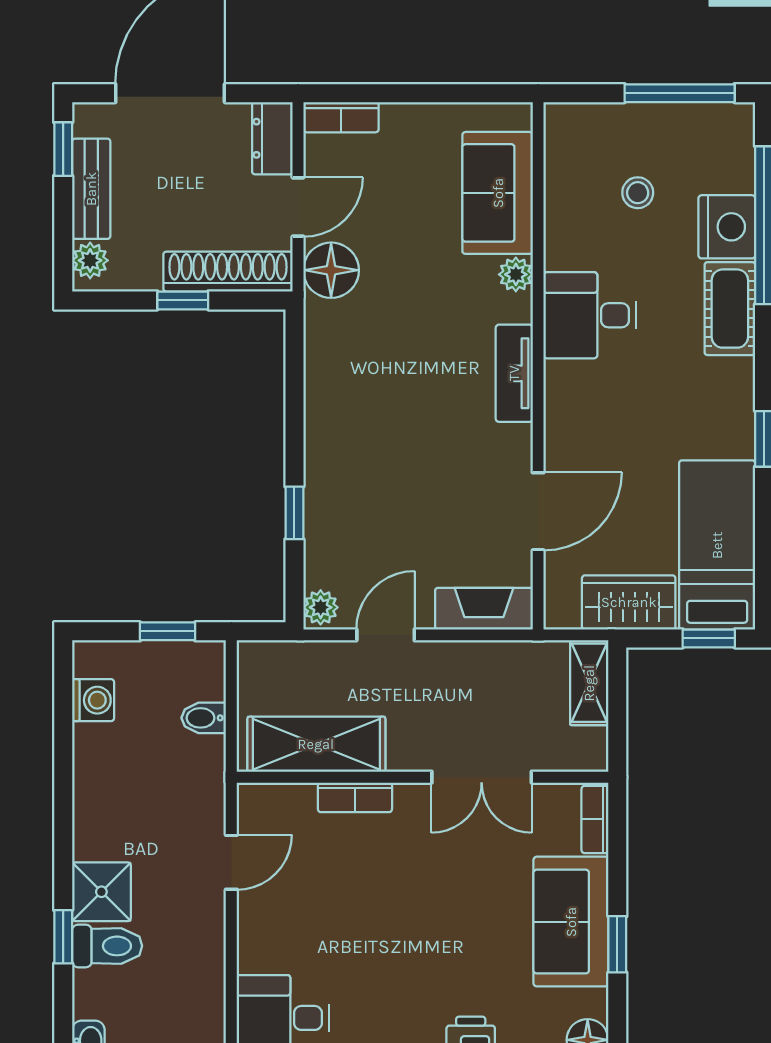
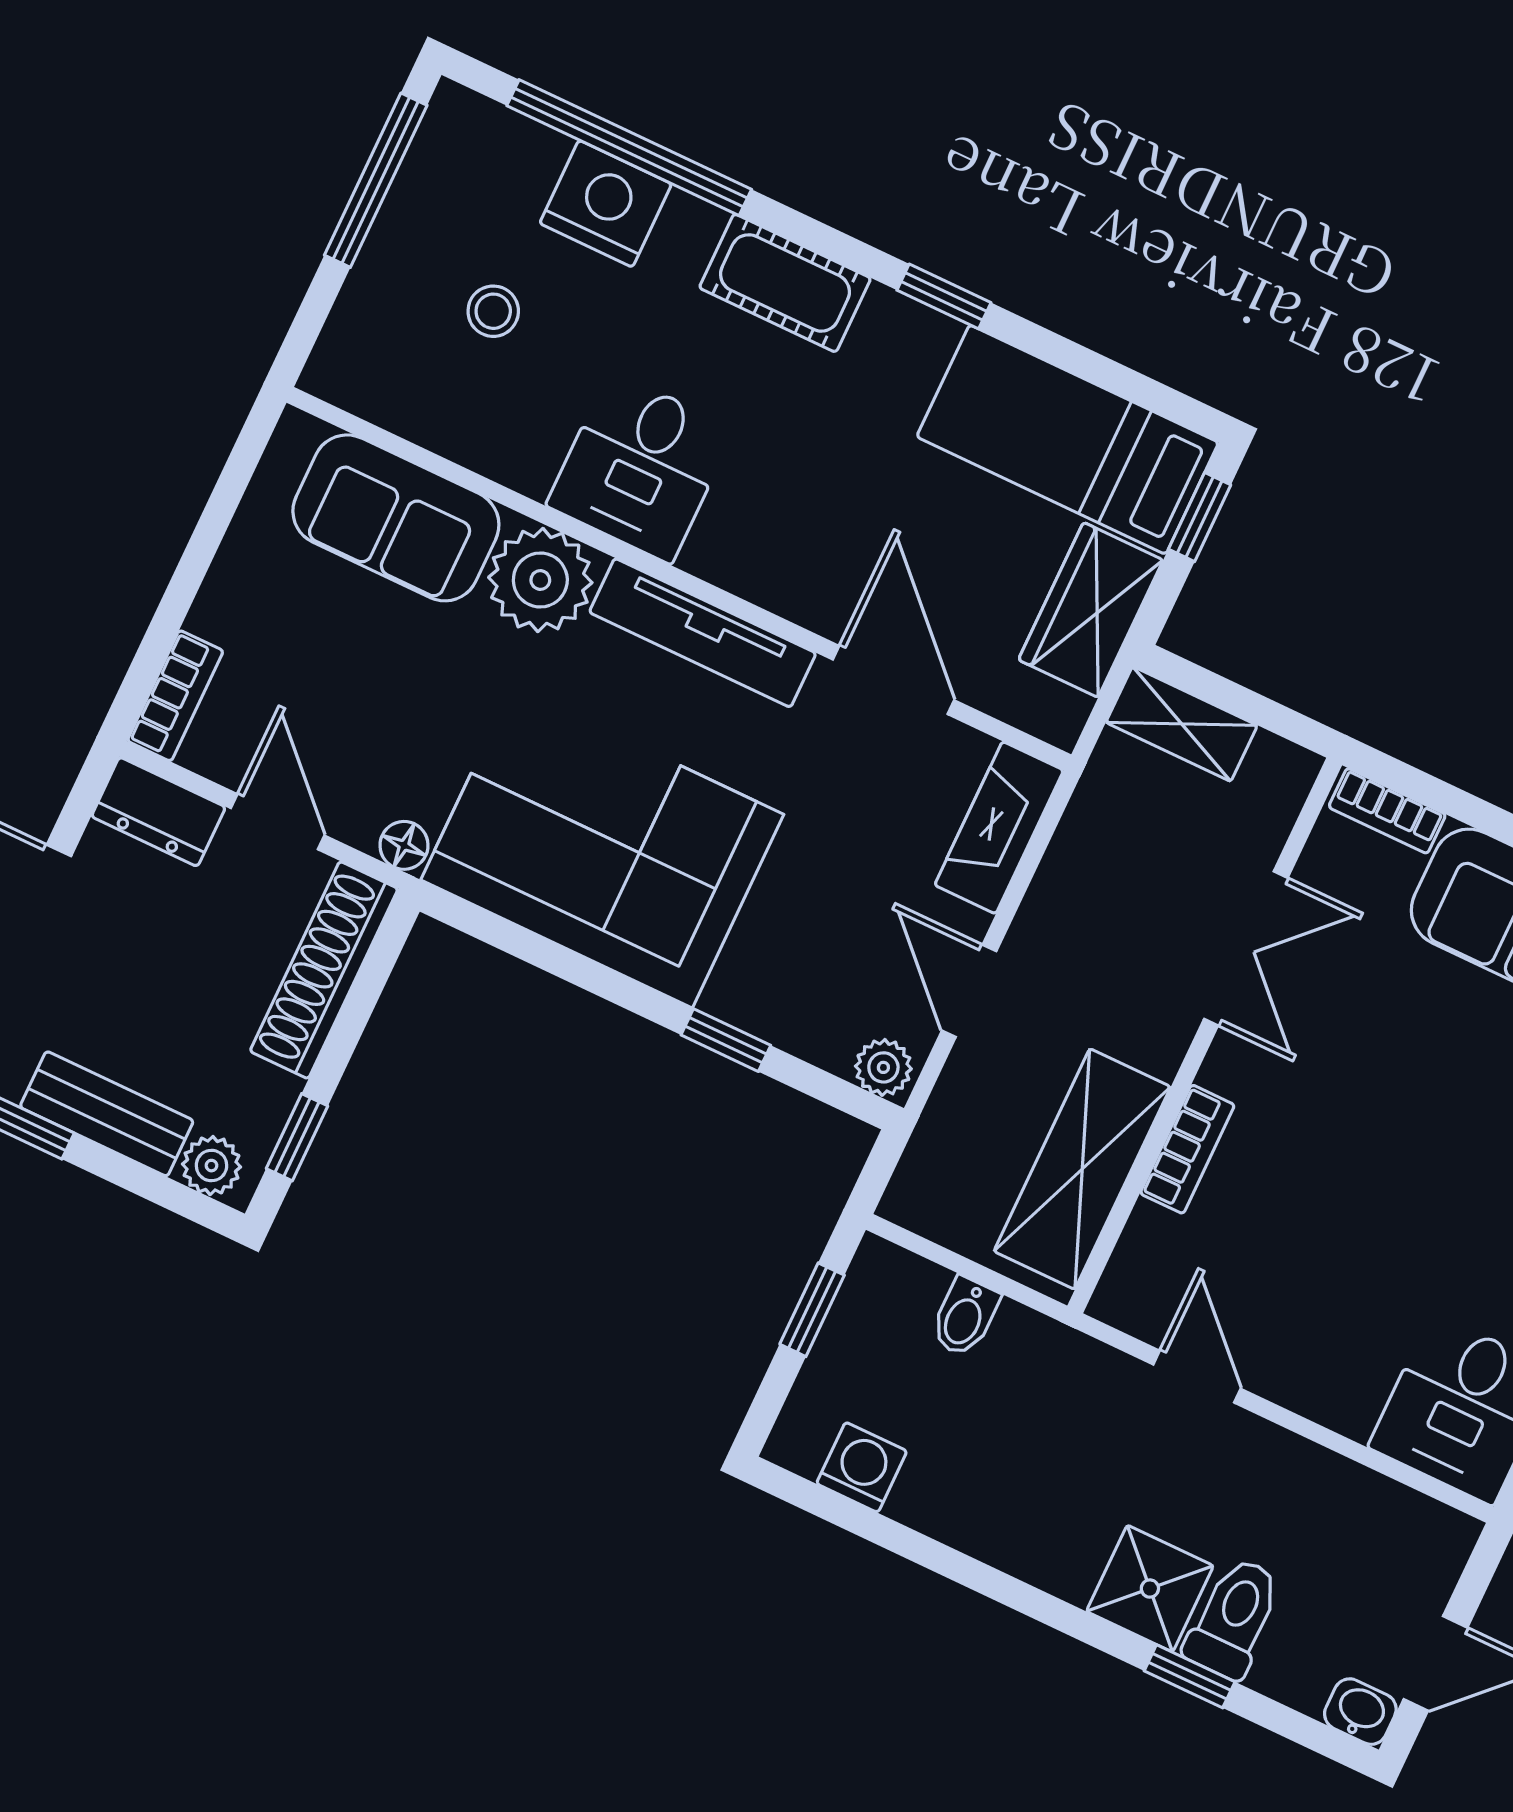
floor lamp: (331, 270) -> (404, 845), width x0.53, depth x0.53
plant: (516, 274) -> (540, 580), width x1.88, depth x1.88
window: (183, 300) -> (297, 1137), moved
cot: (730, 309) -> (785, 283), moved
tv unit: (514, 373) -> (703, 633), width x1.41
corner sofa: (369, 394) -> (602, 847), added

